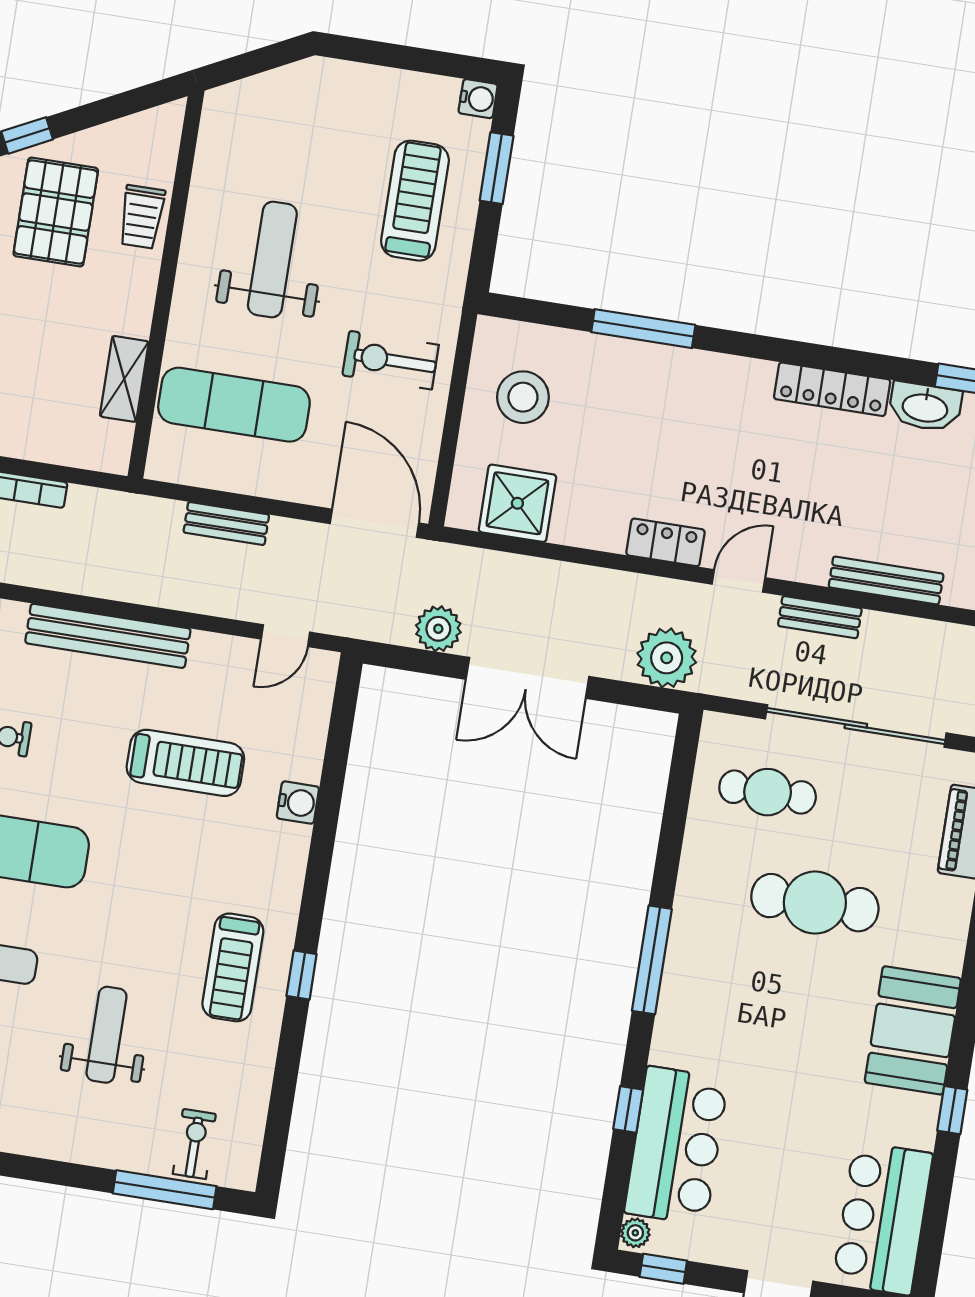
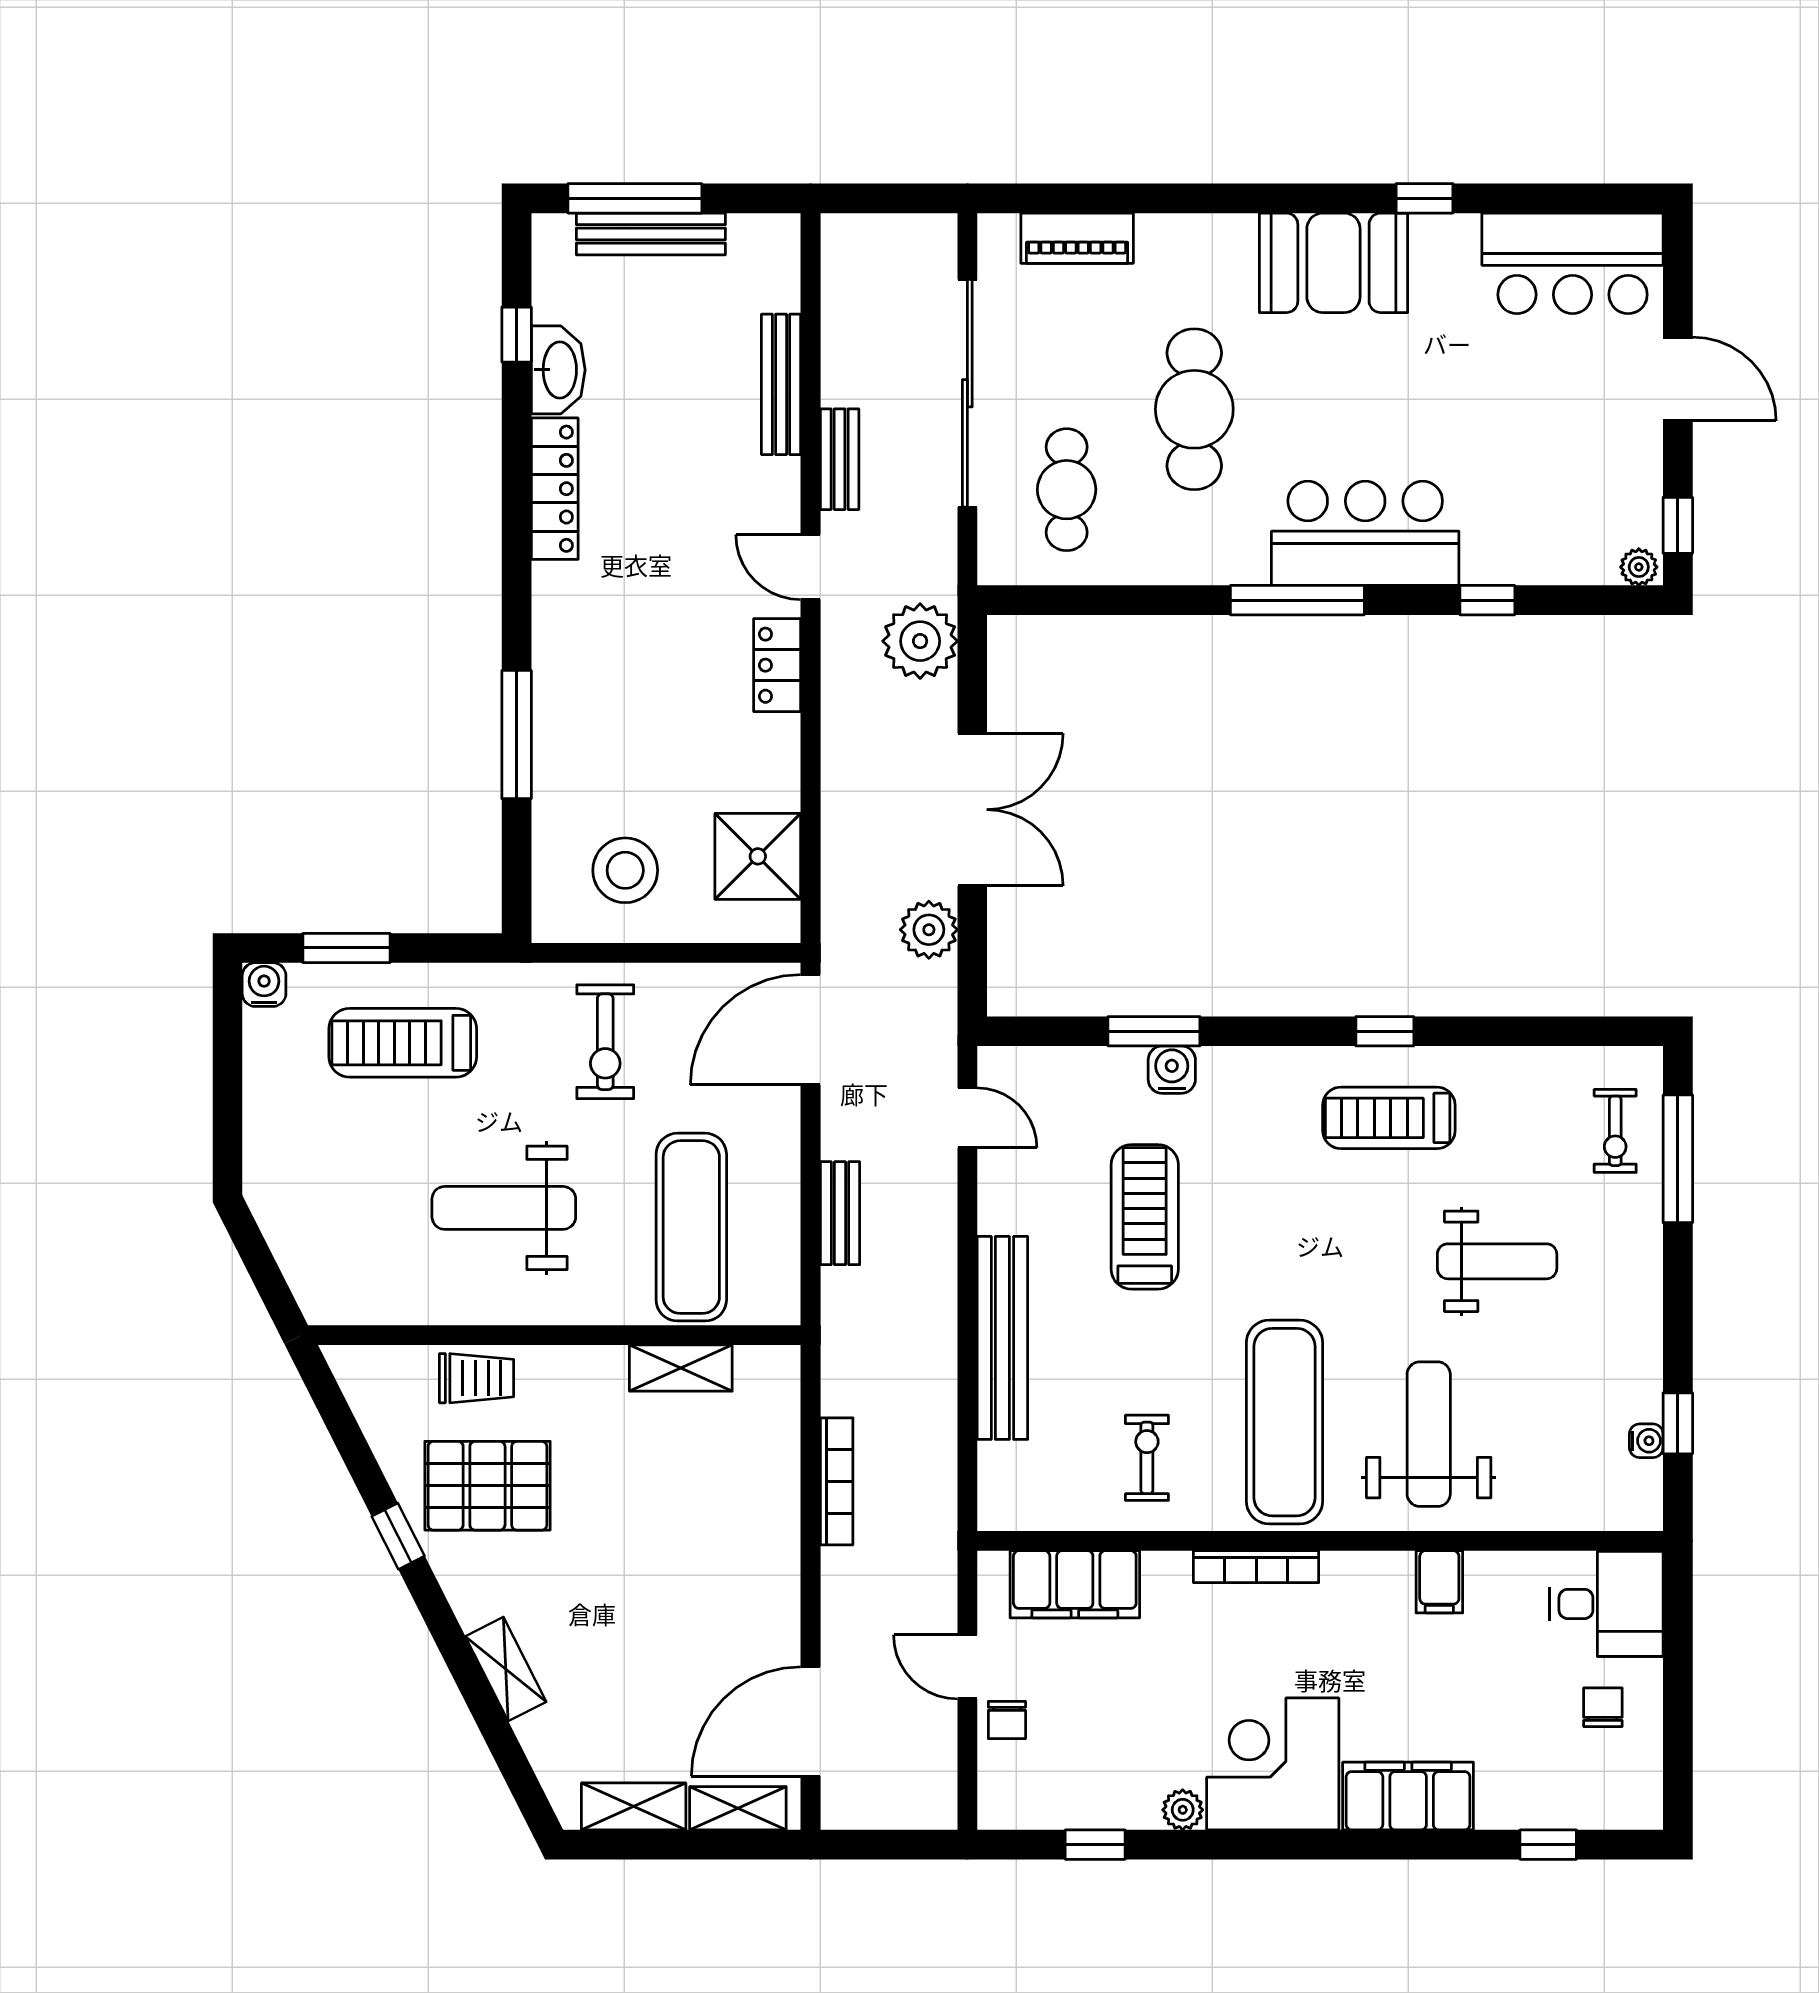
window: (330, 793) -> (1154, 1031), added
treadmill: (233, 967) -> (1389, 1118), turned 180
weight bench: (106, 1035) -> (1497, 1261), turned 180
exercise bike: (194, 1144) -> (1615, 1131), turned -90
bar counter: (676, 1146) -> (1365, 533), moved

